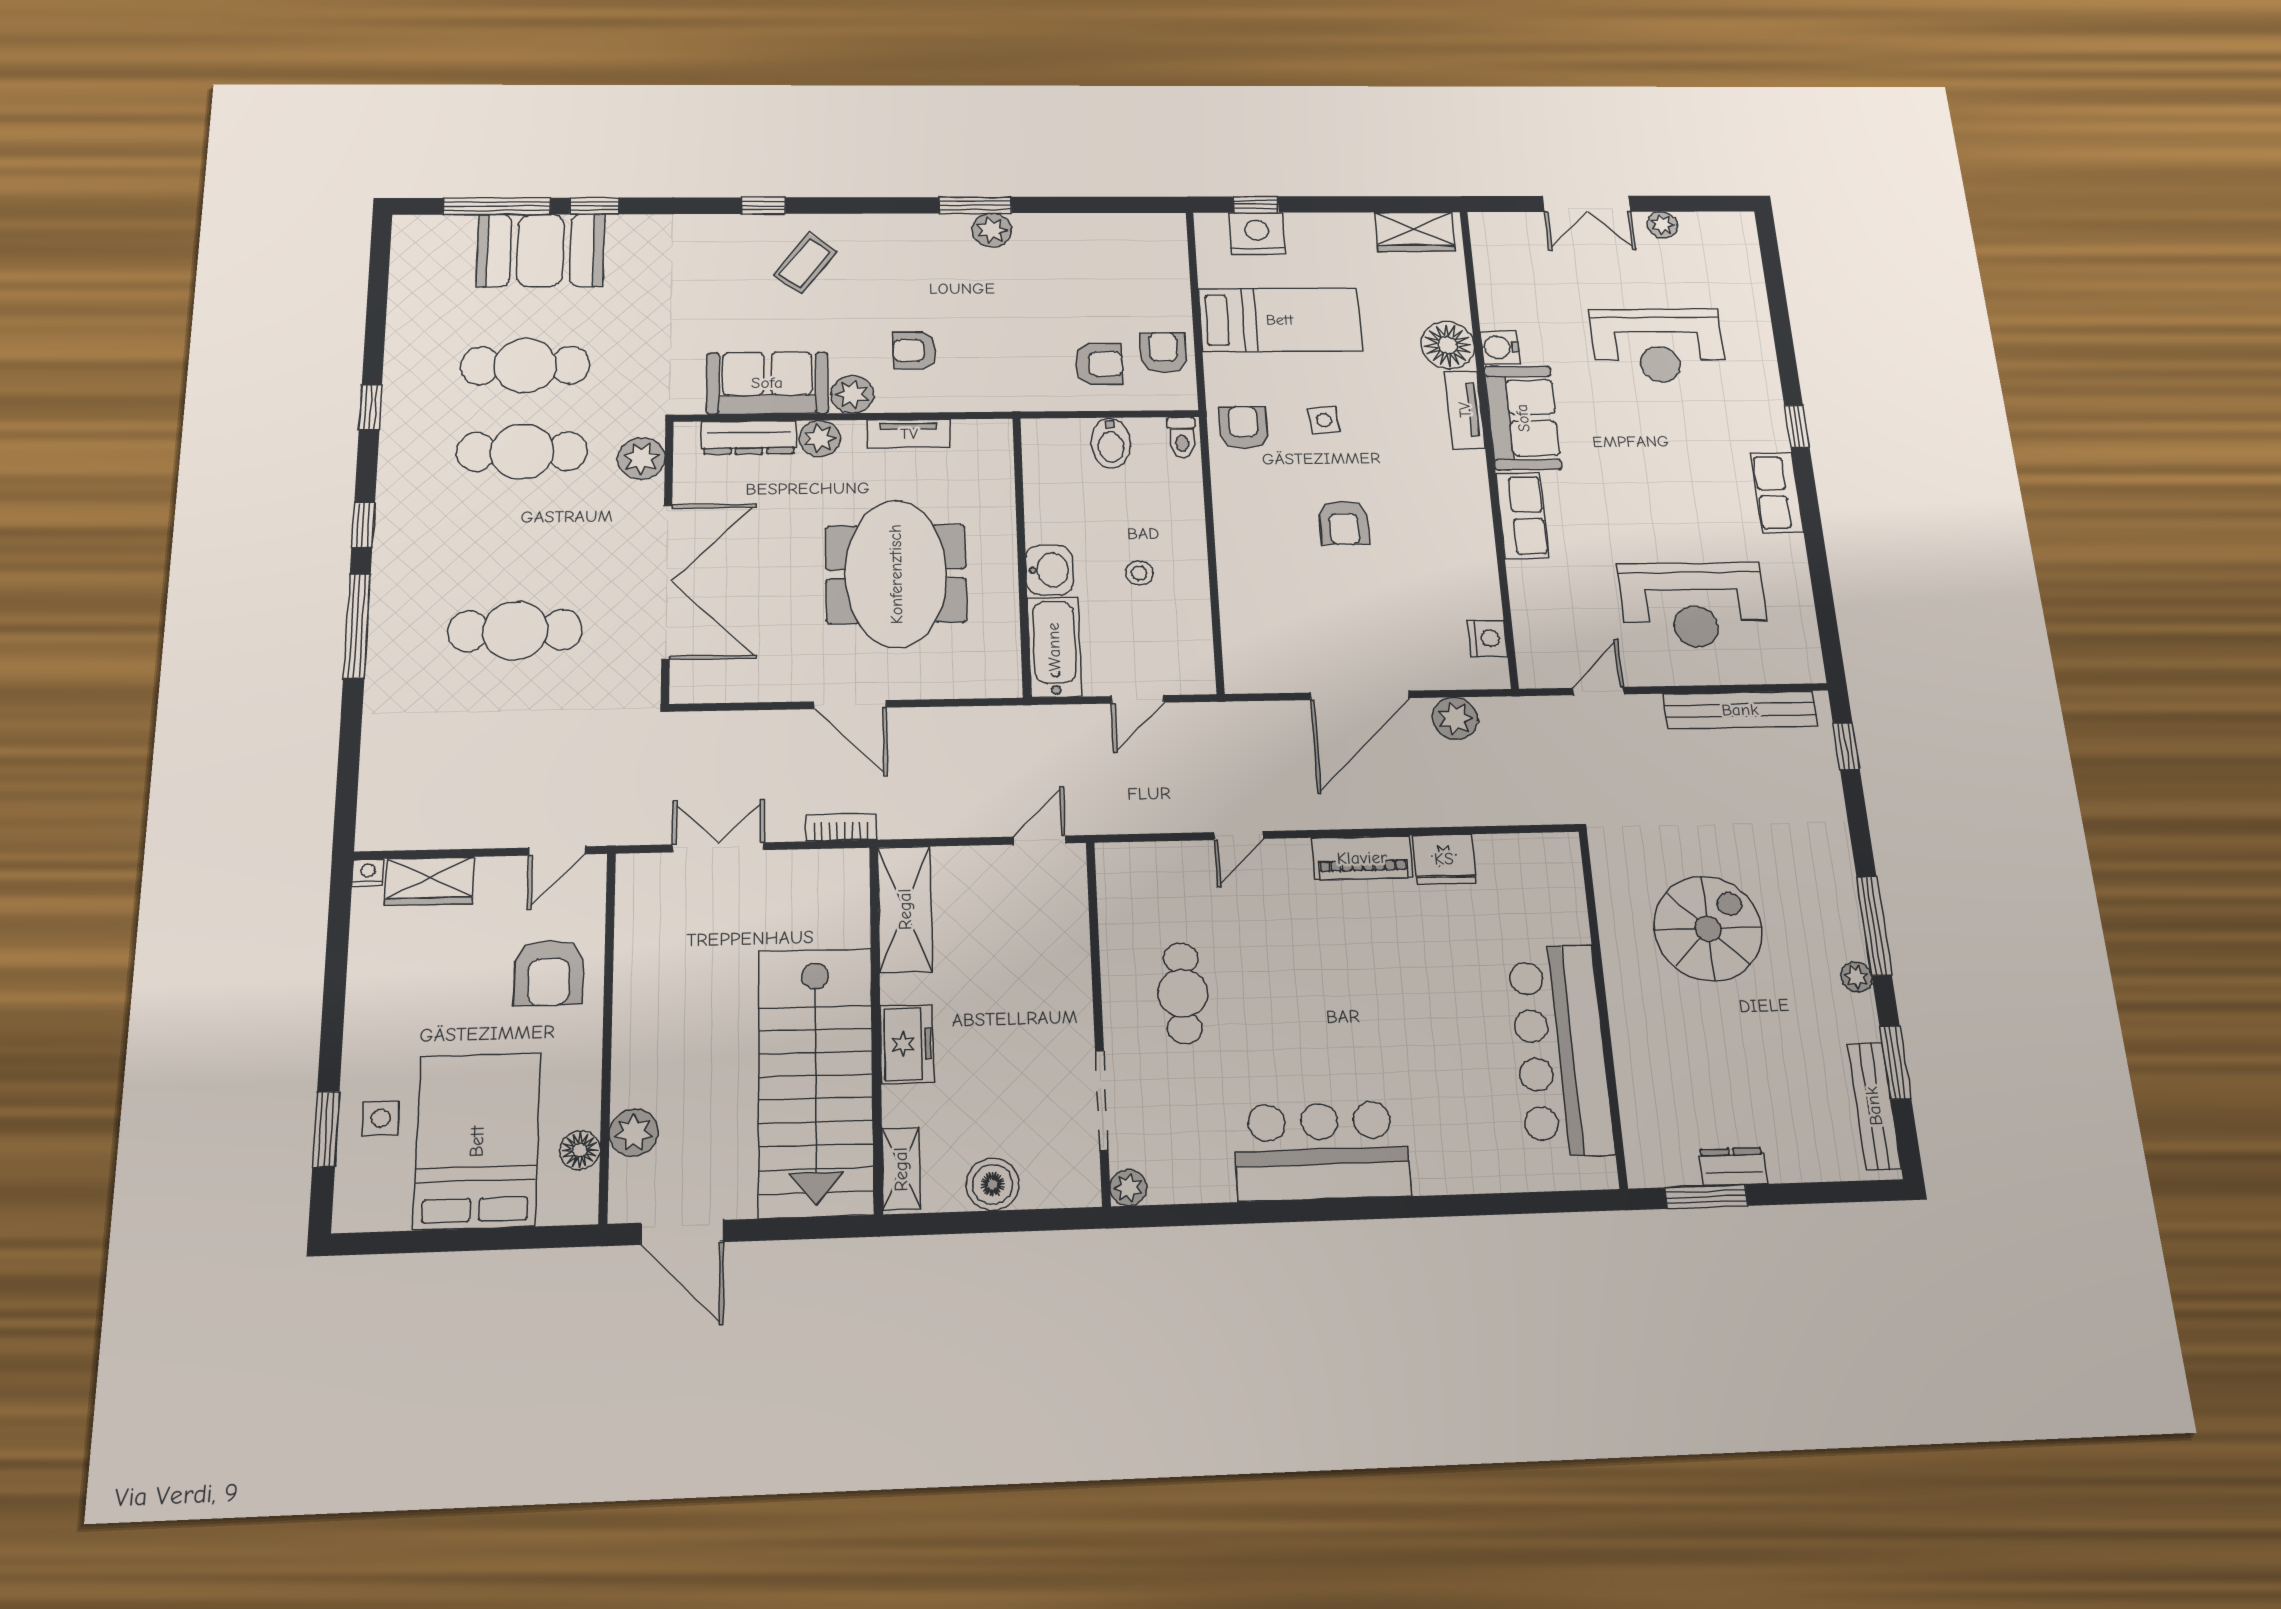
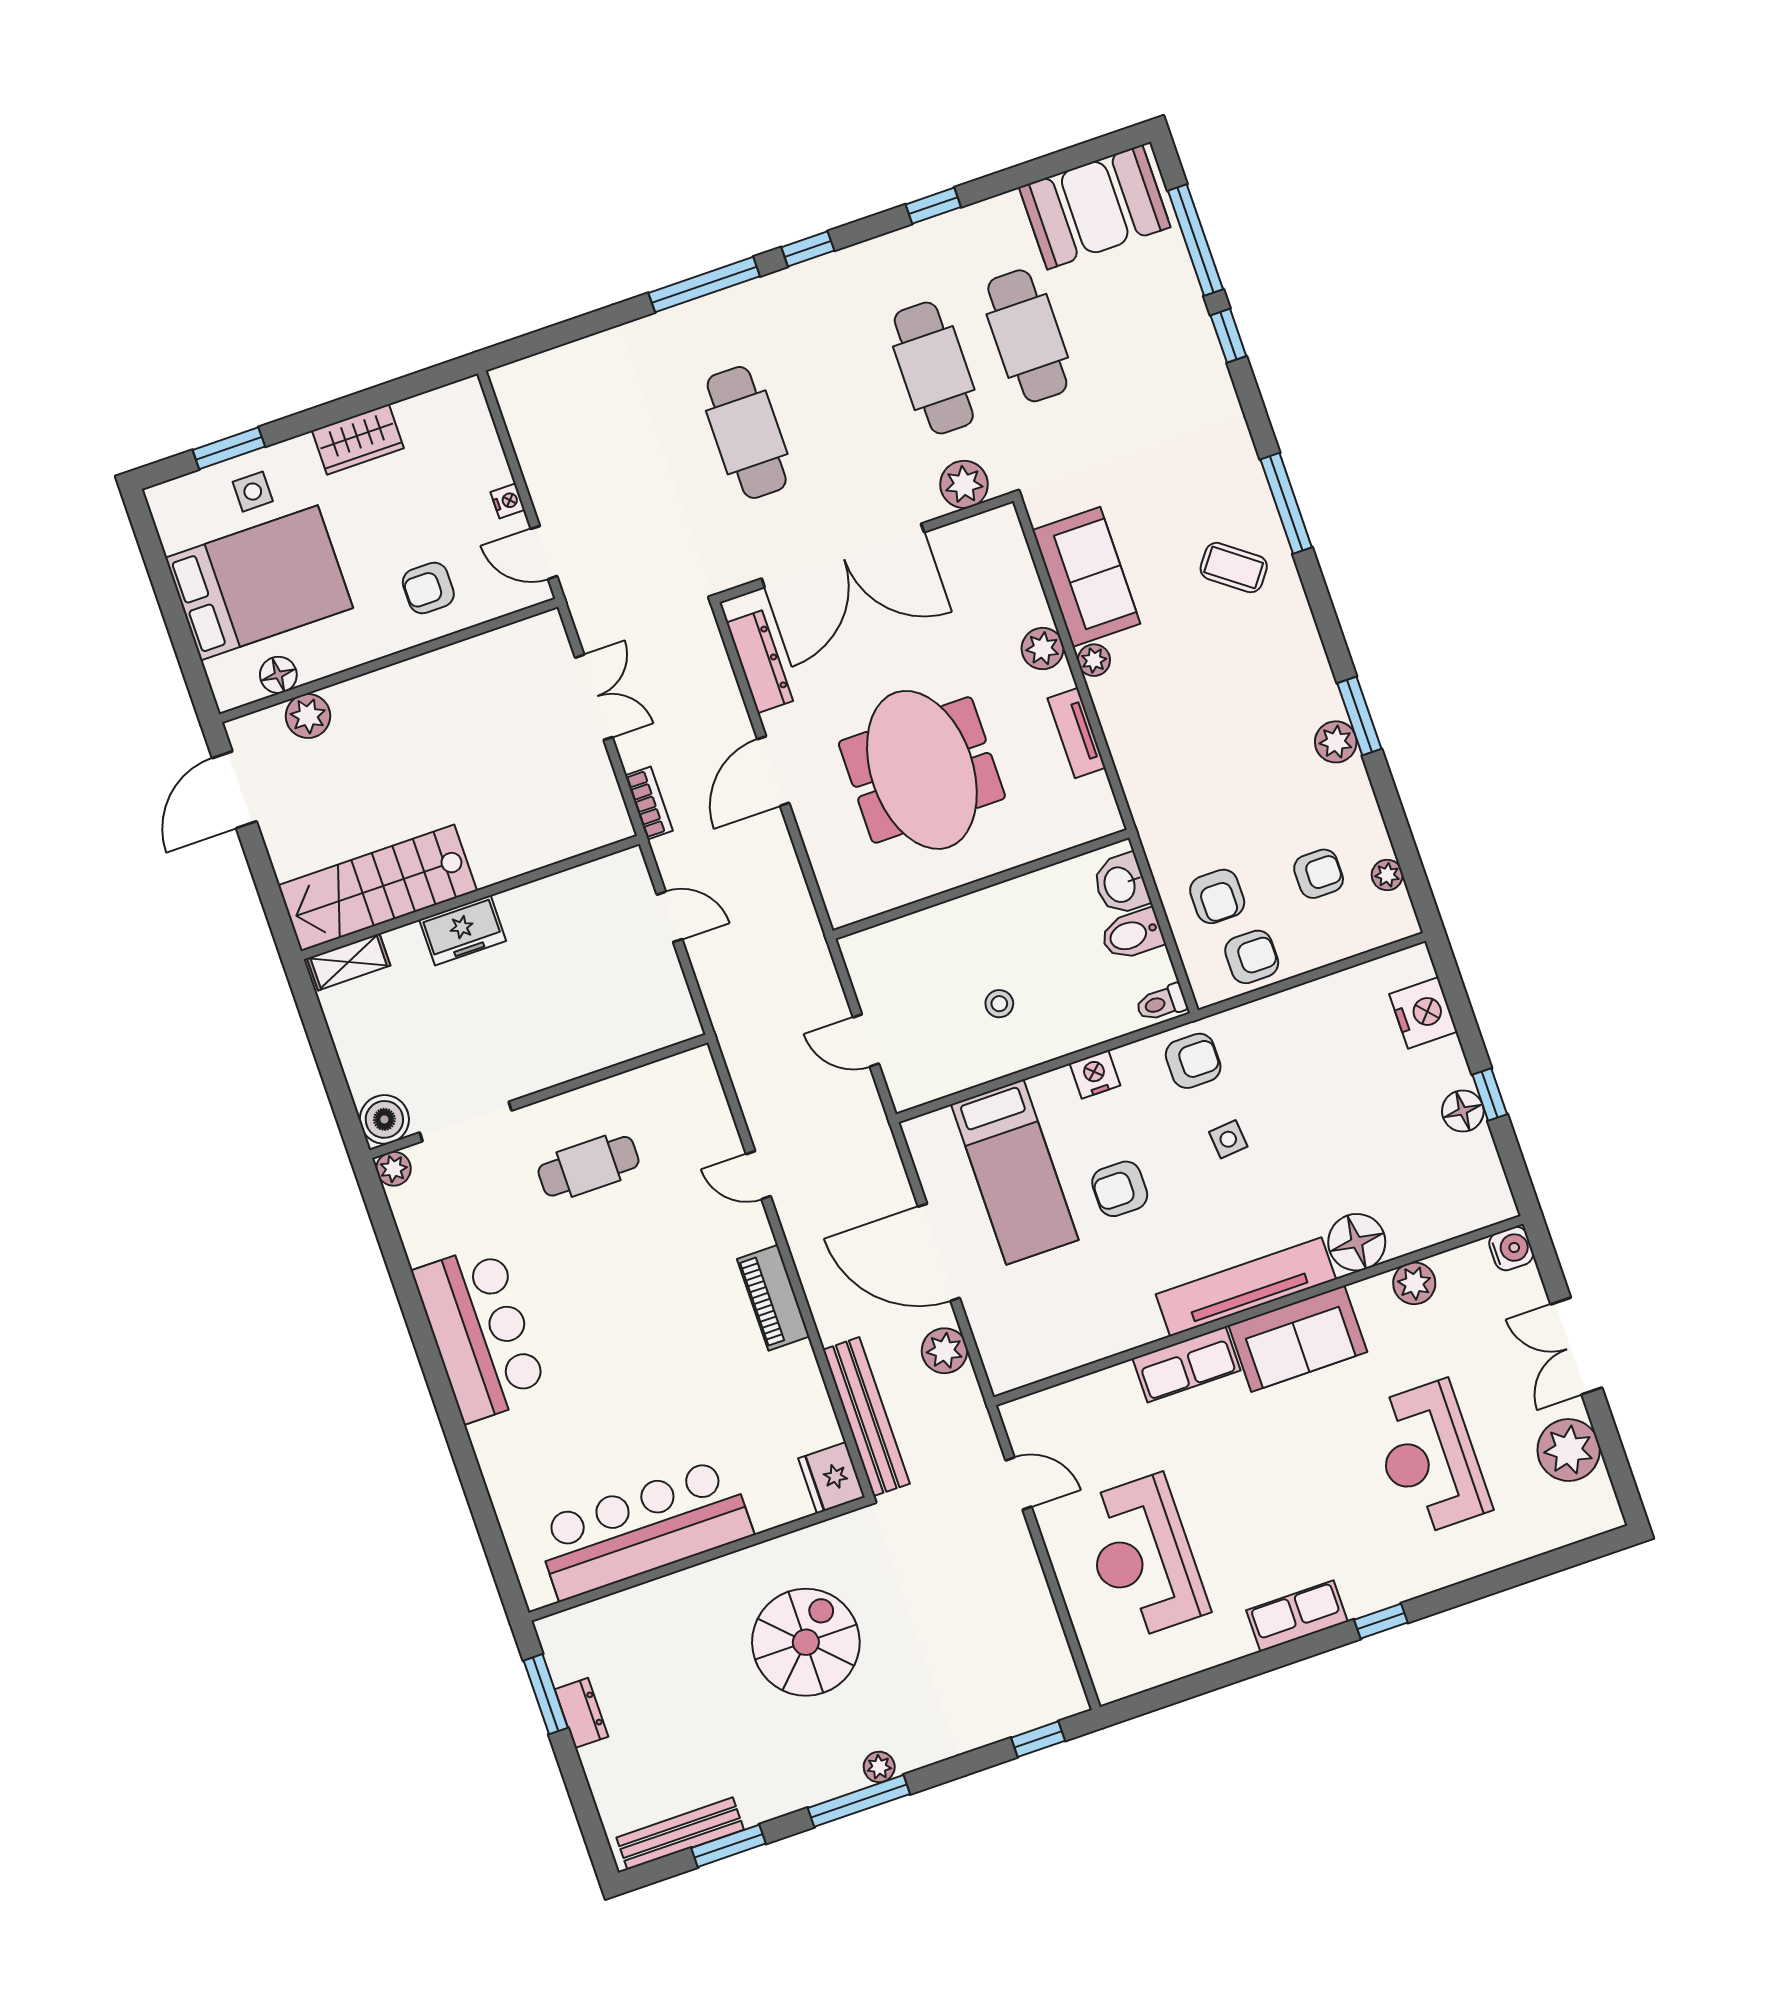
window: (1256, 205) -> (1490, 1094), moved
window: (763, 206) -> (1286, 503), width x2.17
plant: (1125, 225) -> (1387, 875), added
plant: (1662, 225) -> (1569, 1450), width x1.88, depth x1.88
floor lamp: (1354, 229) -> (1463, 1111), added
wardrobe: (1415, 232) -> (1481, 1175), removed
booth: (541, 250) -> (1095, 207), moved, turned 90
plant: (1497, 311) -> (1414, 1283), added
bed: (1280, 320) -> (1015, 1172), moved
water cooler: (1500, 347) -> (1511, 1249), moved, turned 90
armchair: (914, 350) -> (1319, 874), moved, turned 90
plant: (852, 394) -> (1094, 660), width x0.73, depth x0.73
tv unit: (1465, 410) -> (1246, 1287), width x1.92, depth x1.29
dresser: (749, 437) -> (760, 662), moved, turned 180
washbasin: (1049, 570) -> (1121, 884), moved, turned 90
meeting table: (896, 574) -> (922, 770), turned 90
nightstand: (1487, 638) -> (1095, 1074), moved, turned 180
bathtub: (1054, 647) -> (895, 945), removed
bench: (1740, 710) -> (866, 1417), moved
door: (1039, 840) -> (669, 917), moved
fridge: (1444, 859) -> (832, 1478), moved
nightstand: (368, 873) -> (508, 501), moved
wardrobe: (430, 881) -> (358, 439), moved, turned -90
shelving: (905, 909) -> (589, 888), removed
spiral stairs: (1708, 929) -> (806, 1642), turned -90
armchair: (549, 973) -> (428, 588), width x0.72, depth x0.72
plant: (1857, 977) -> (879, 1767), moved
stairs: (816, 1081) -> (377, 888), width x0.73, depth x0.66
boiler: (993, 1184) -> (384, 1119), moved

